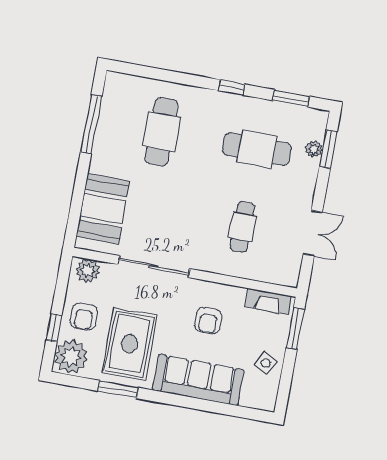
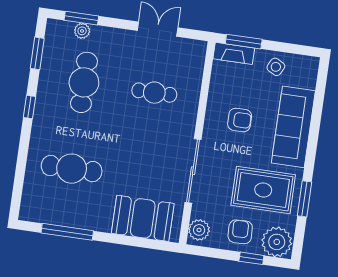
fireplace: (268, 301) -> (234, 53), moved, turned 90
armchair: (84, 316) -> (240, 232), turned -92

